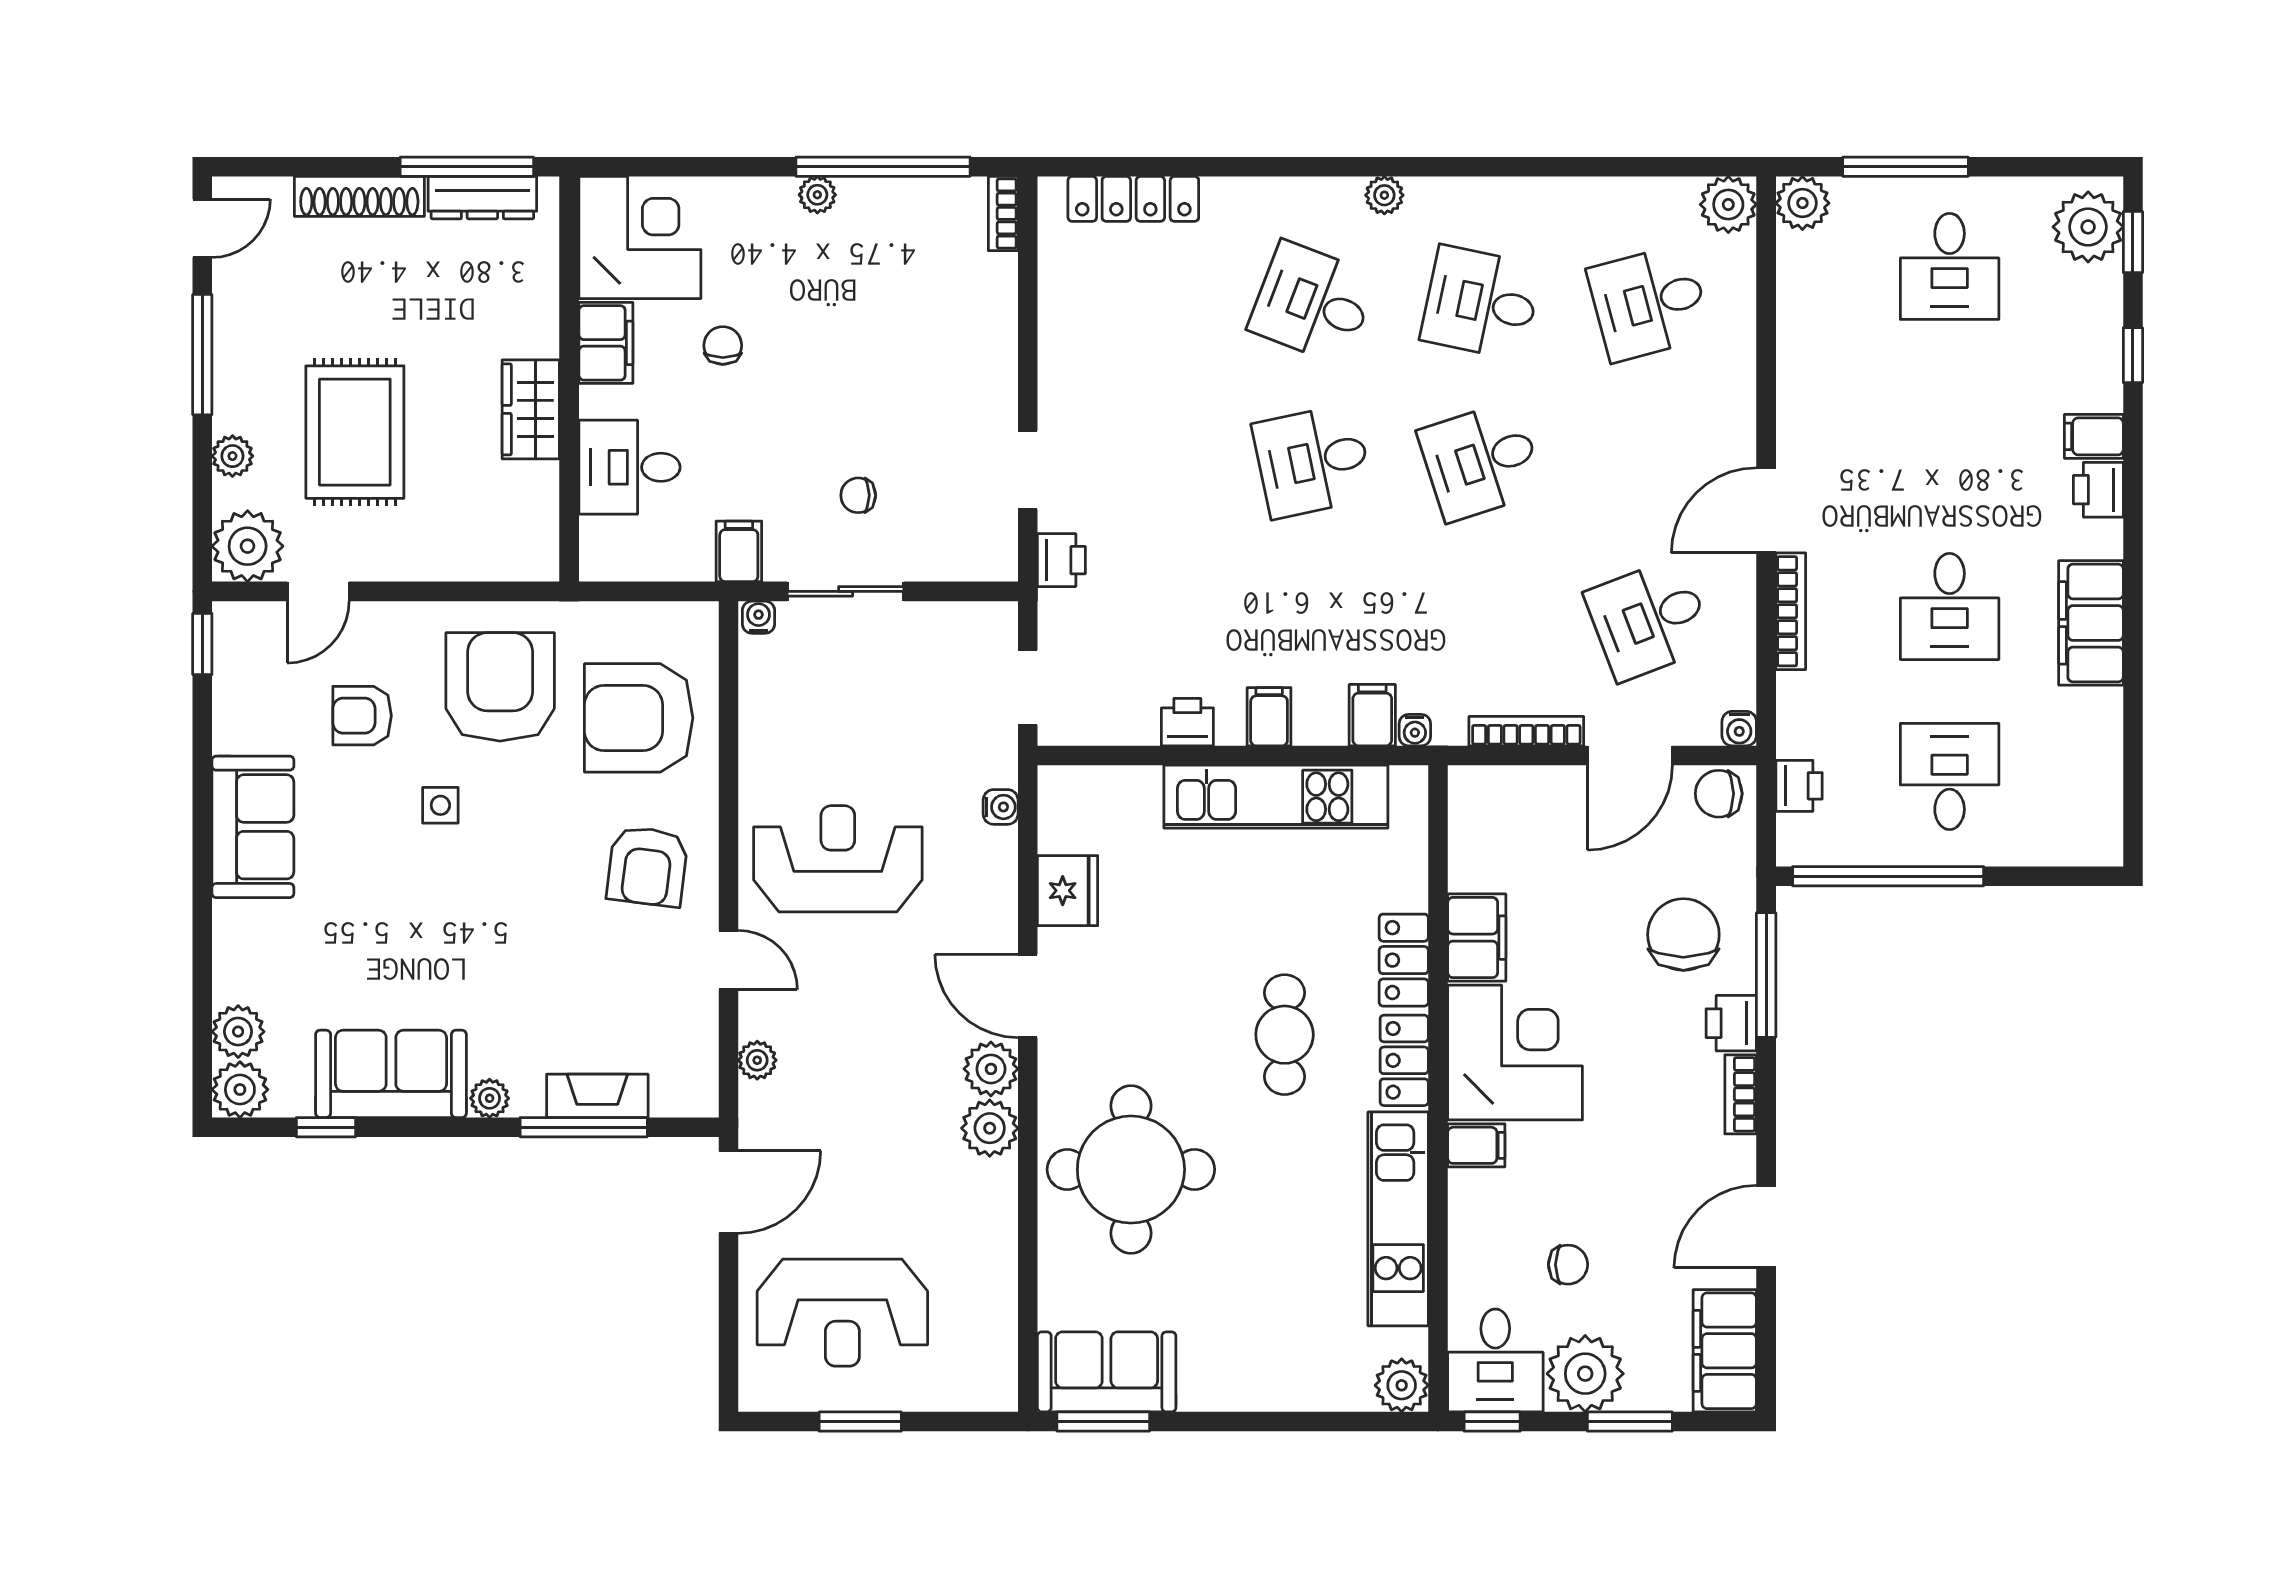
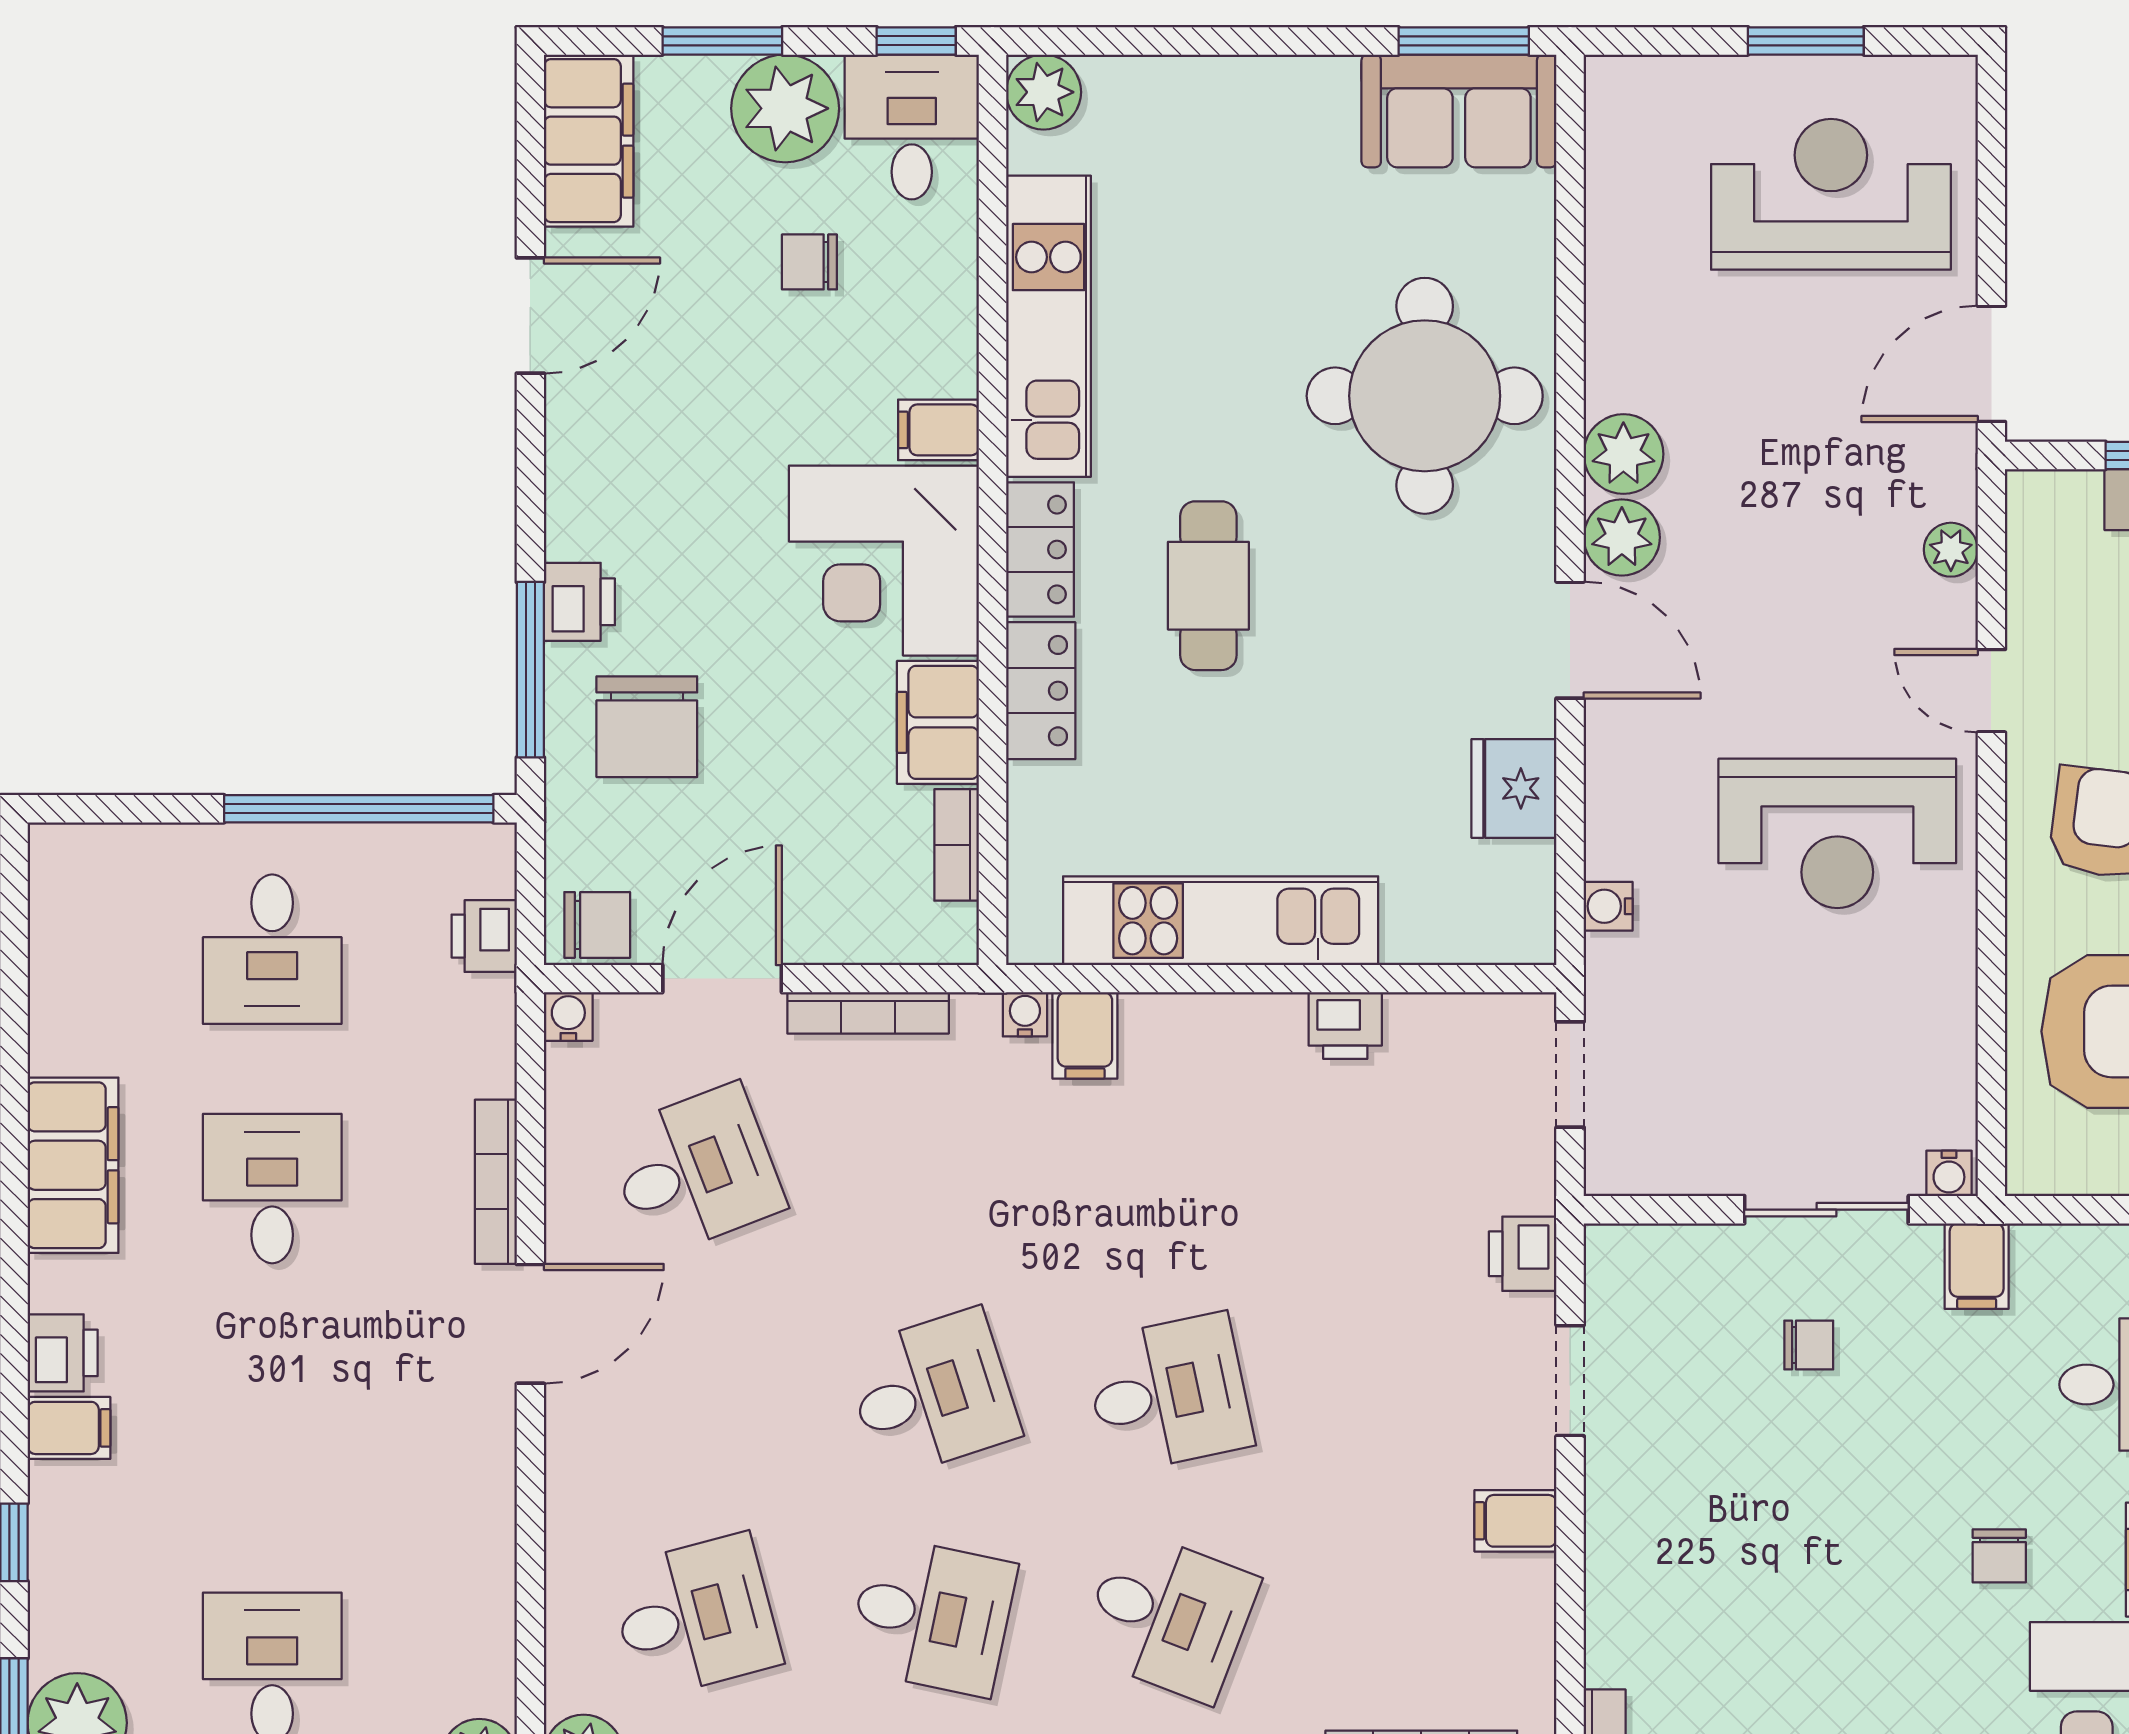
filing cabinet: (1269, 717) -> (1515, 1521), moved, turned 90
bookcase: (1741, 1094) -> (957, 845), moved, turned 180

